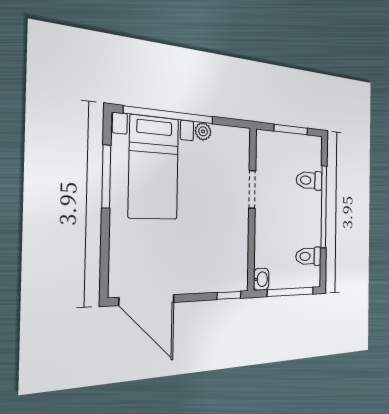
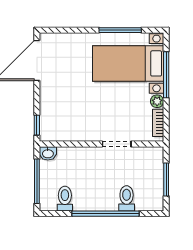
window: (170, 115) -> (166, 75), width x0.68
bookcase: (229, 133) -> (158, 123), added

